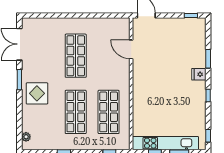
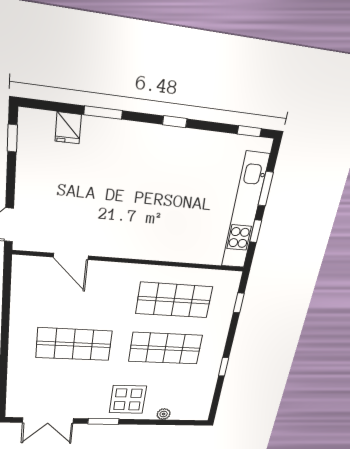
door: (131, 49) -> (71, 256), hinge flipped
fridge: (199, 74) -> (68, 128), moved
plant: (26, 137) -> (164, 414), moved

